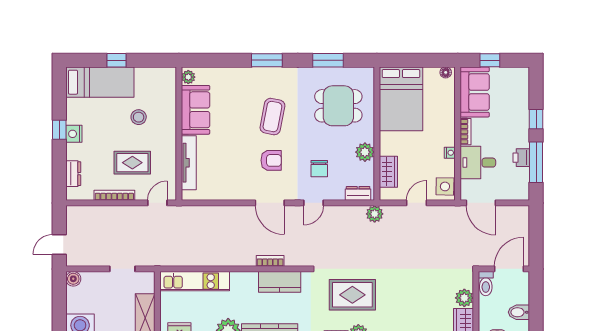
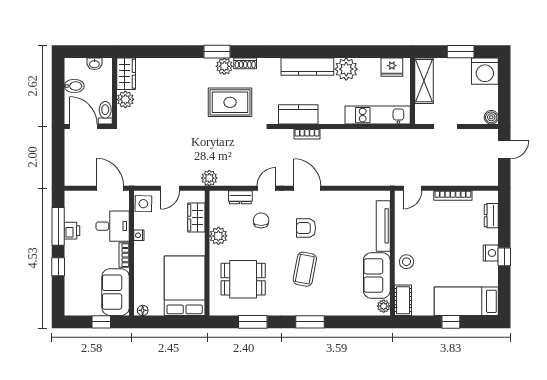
cot: (167, 83) -> (403, 300), added
stool: (139, 117) -> (407, 262), moved
rug: (132, 163) -> (436, 226), removed
dresser: (358, 193) -> (240, 197), moved
door: (509, 269) -> (83, 127), swing flipped

